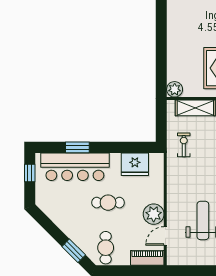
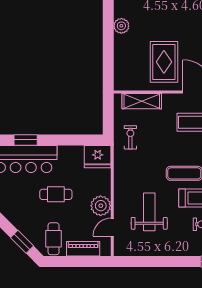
plant: (175, 89) -> (121, 26), moved
fridge: (135, 164) -> (98, 157), moved
piano: (147, 258) -> (83, 249), moved

